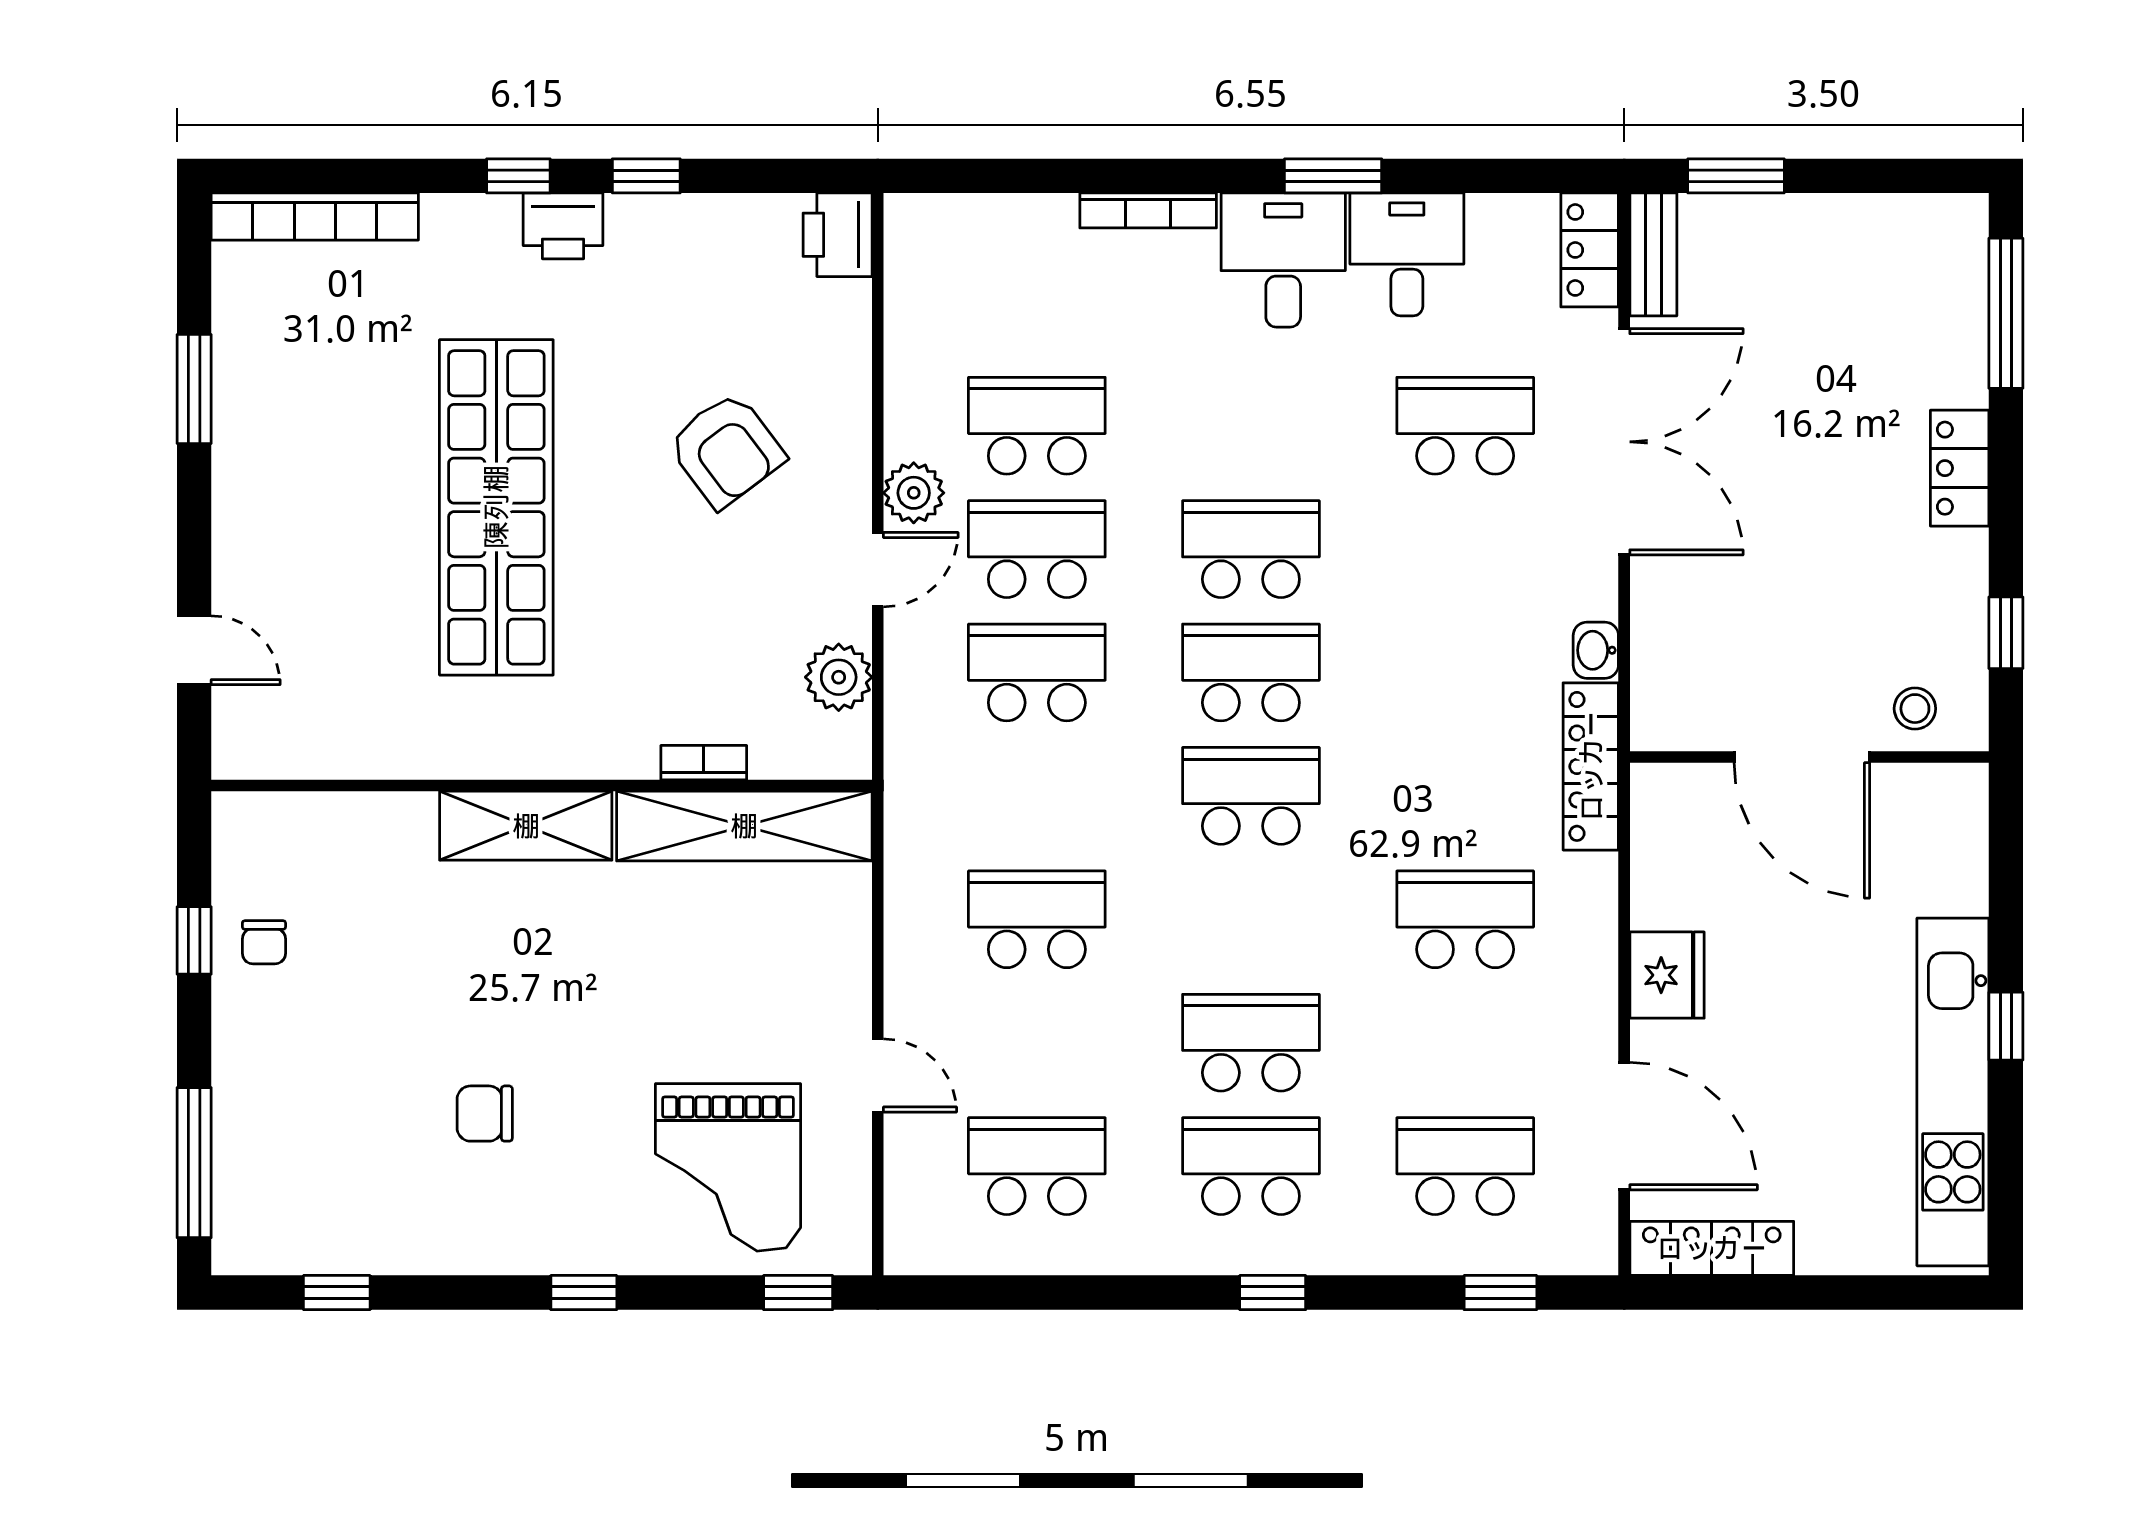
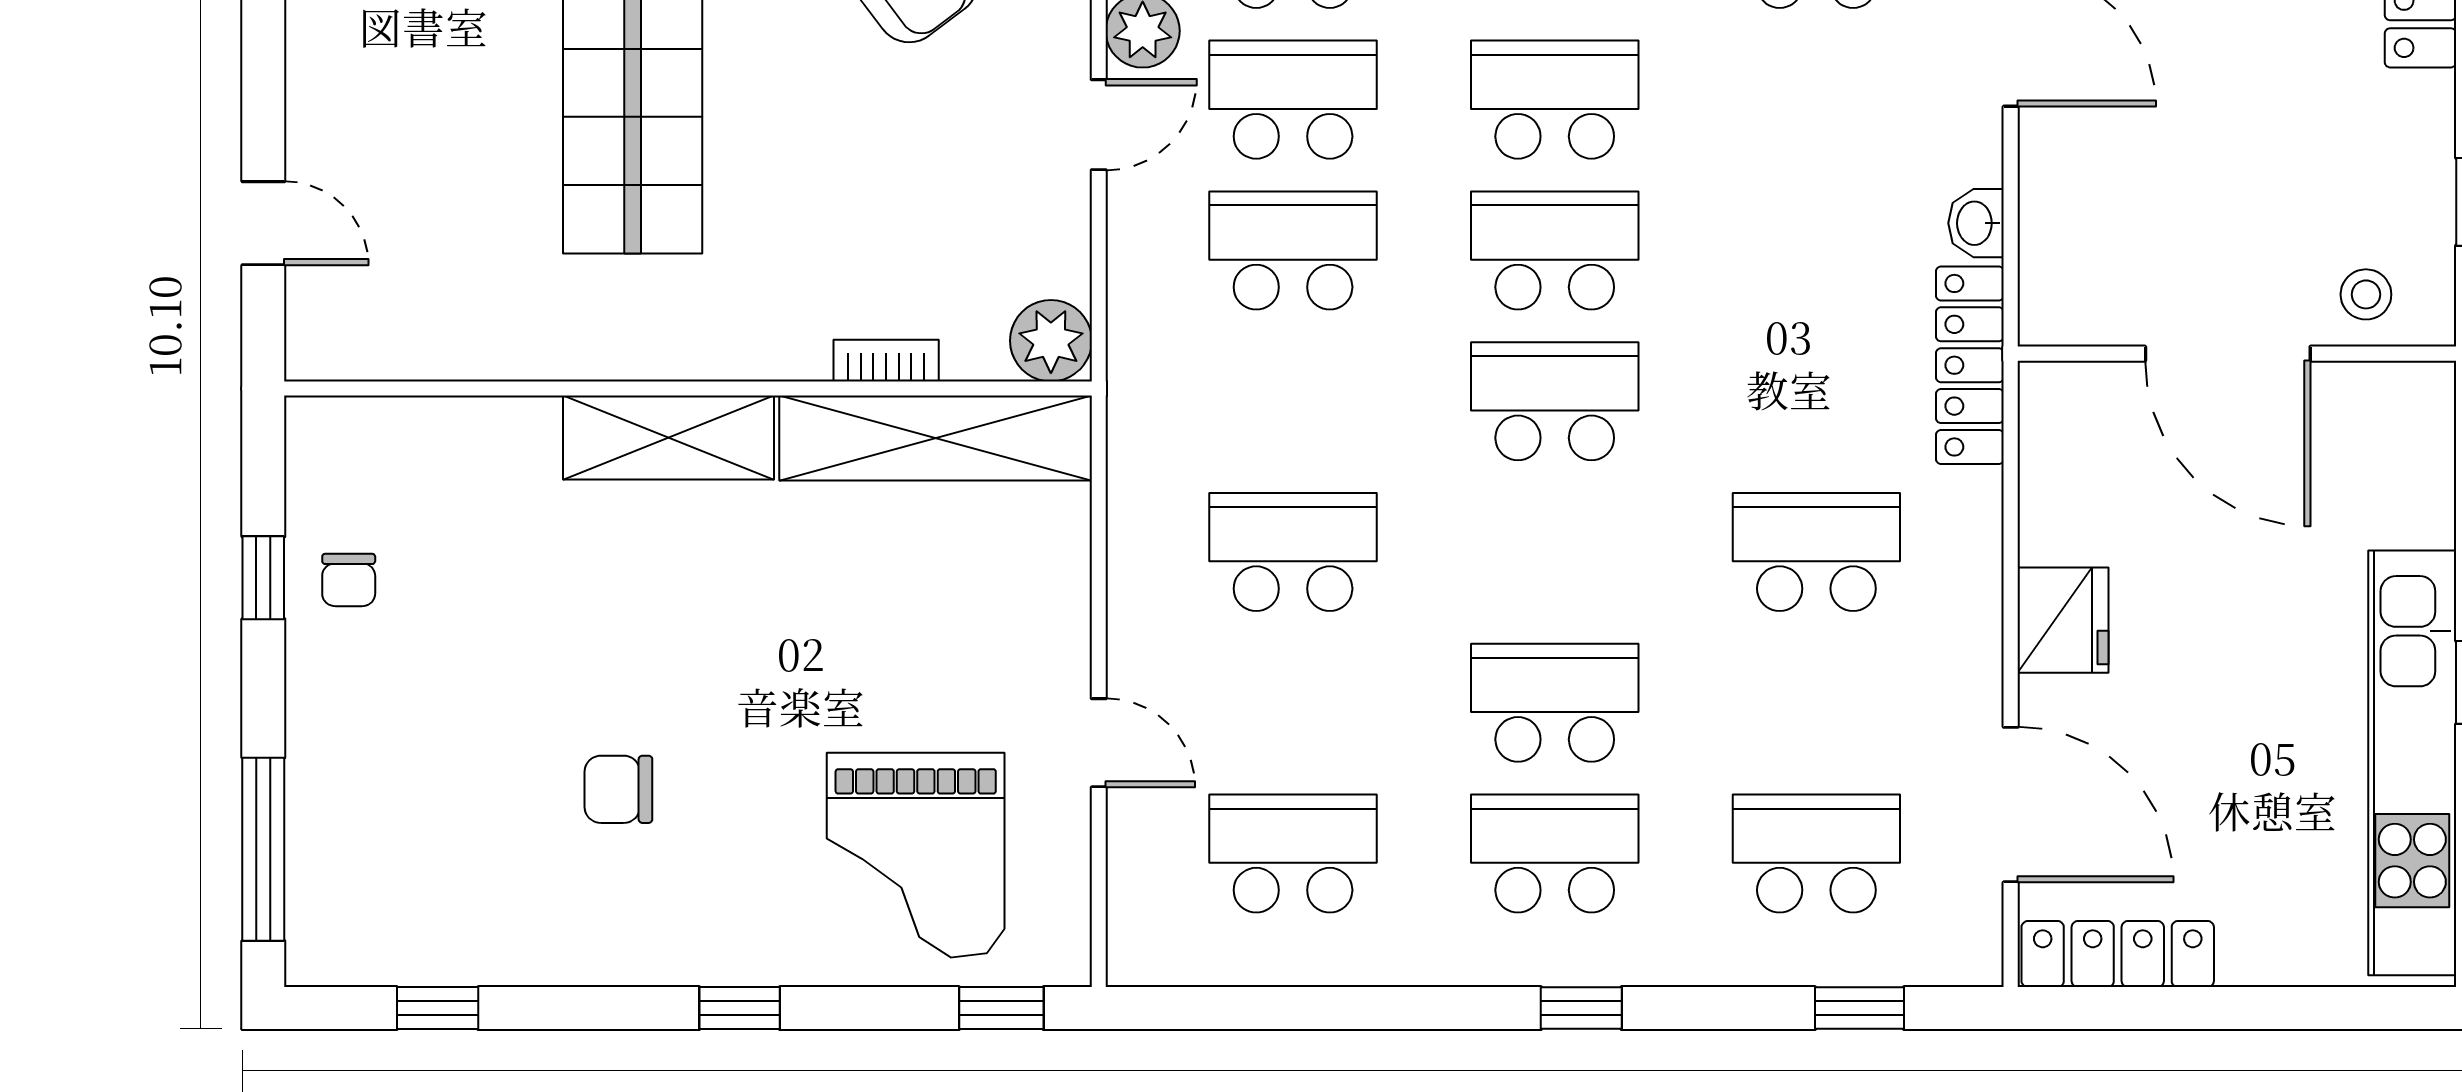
plant: (839, 677) -> (1051, 341), moved

